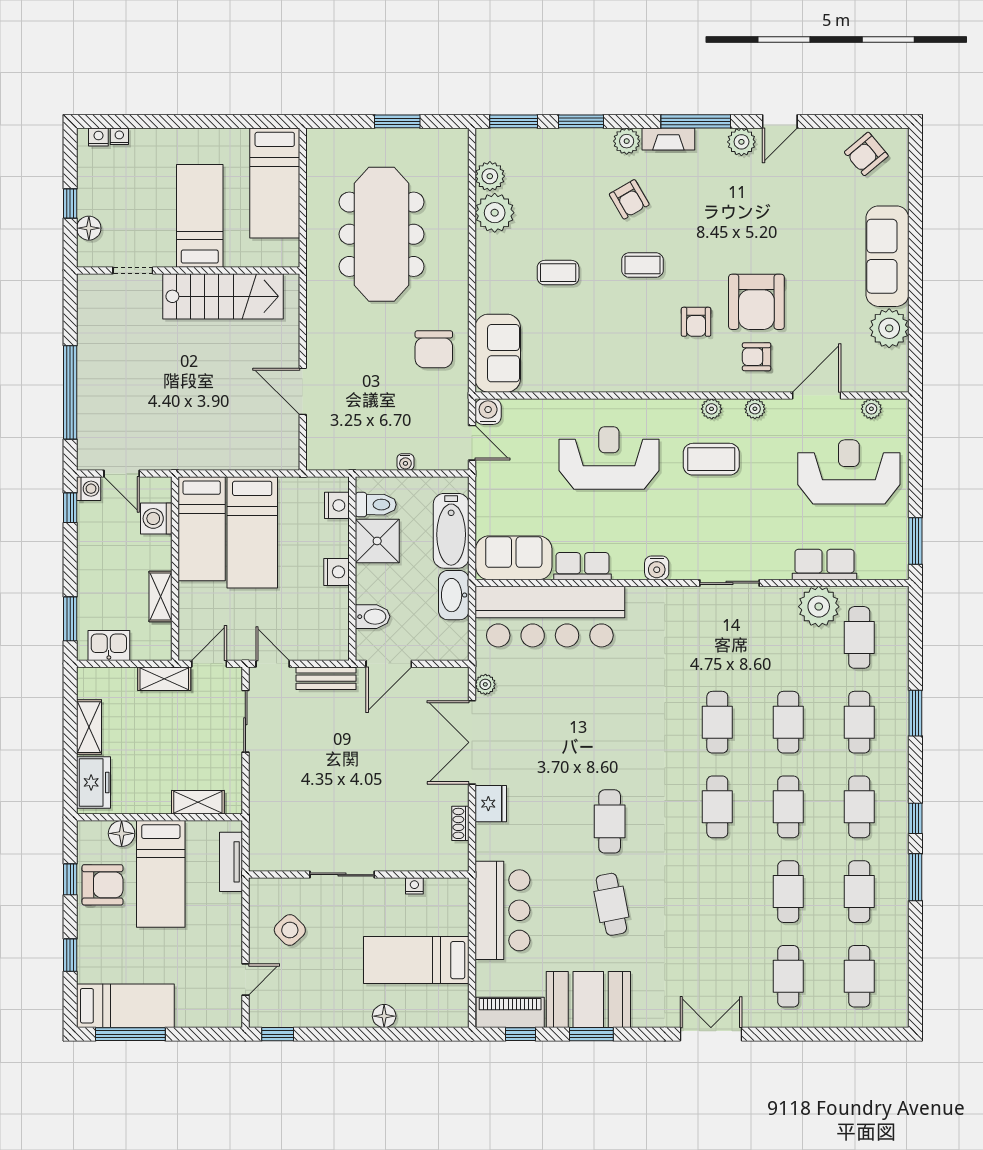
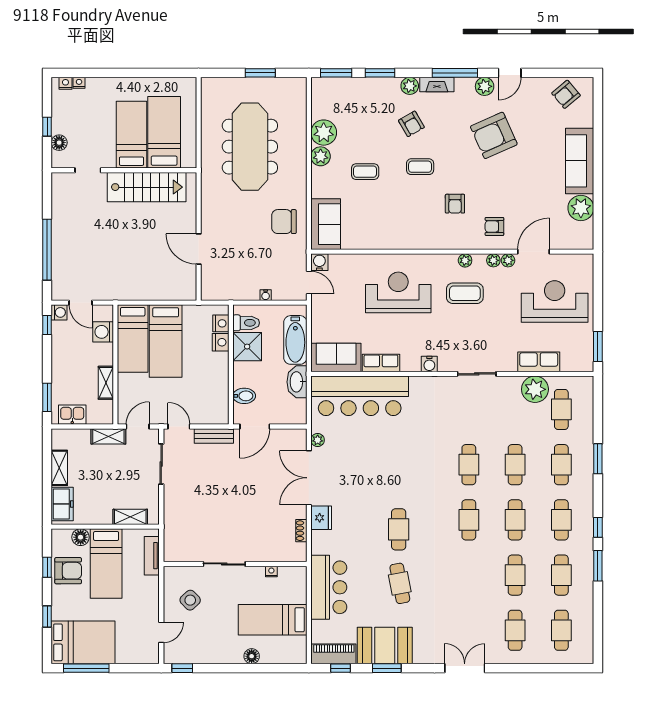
plant: (490, 176) -> (321, 156), moved
bed: (275, 183) -> (164, 132), moved, turned 180
armchair: (756, 302) -> (494, 135), moved, turned 66
chair: (434, 349) -> (284, 222), turned 90
plant: (871, 409) -> (508, 260), moved
nightstand: (336, 572) -> (221, 342), moved
bed: (125, 1006) -> (83, 642), width x1.50

